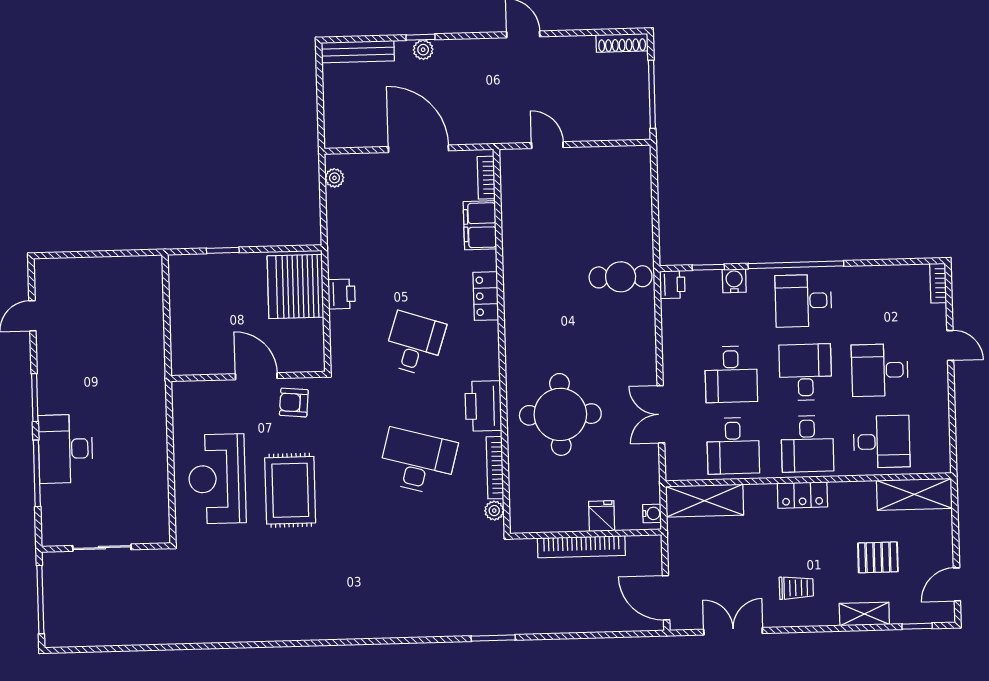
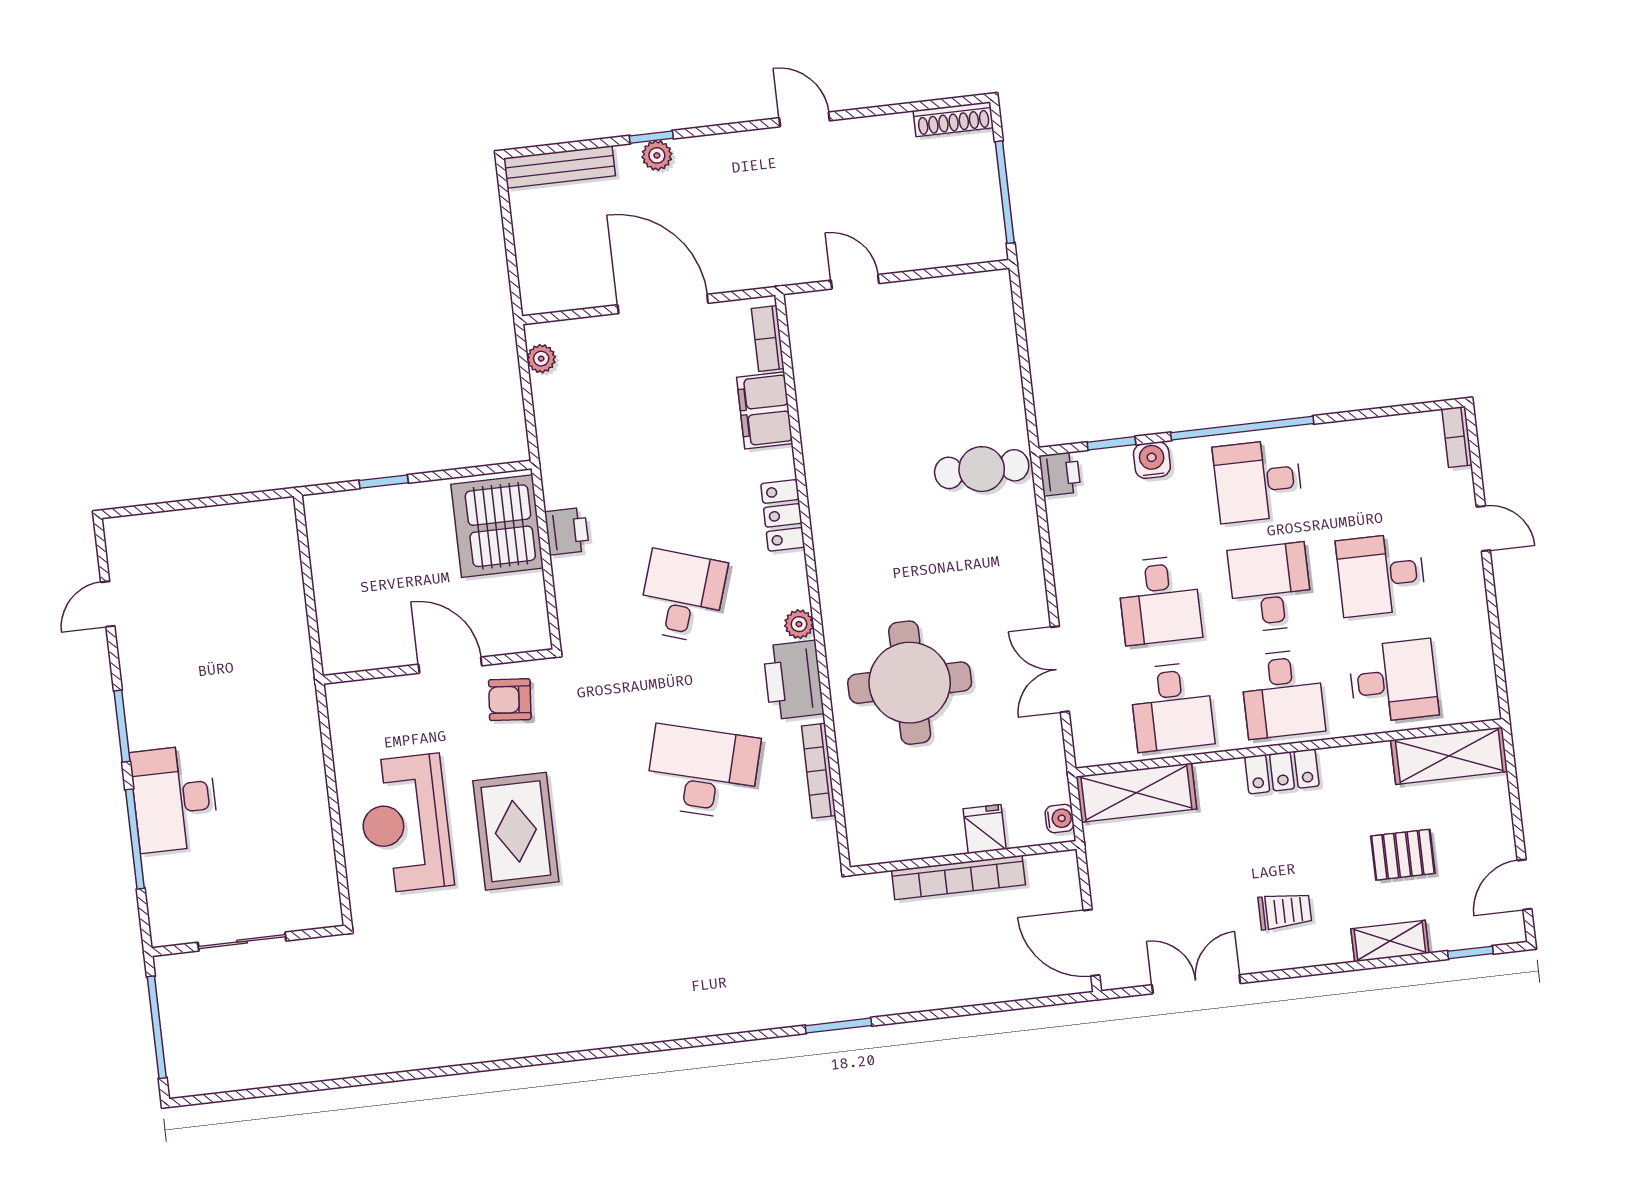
plant: (494, 511) -> (799, 624), moved

